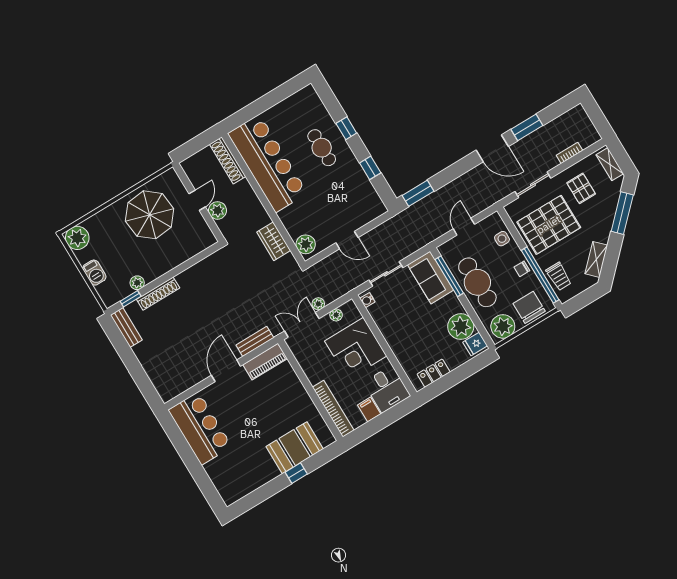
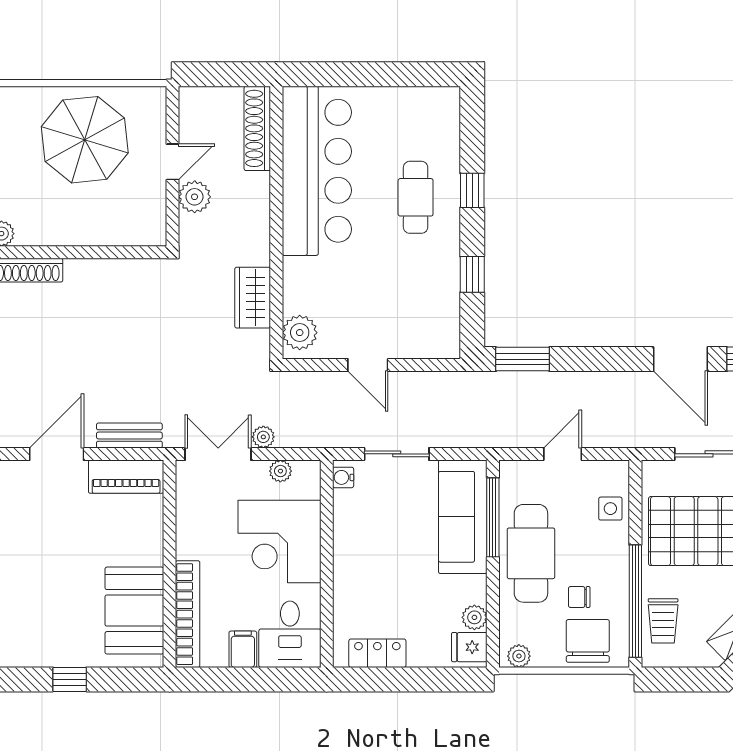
chair: (522, 269) -> (579, 597), moved
sofa: (431, 277) -> (463, 517), width x1.36
plant: (503, 326) -> (519, 656), width x0.53, depth x0.53
plant: (461, 327) -> (474, 617), width x0.53, depth x0.53
booth: (295, 448) -> (134, 611), moved, turned 90

